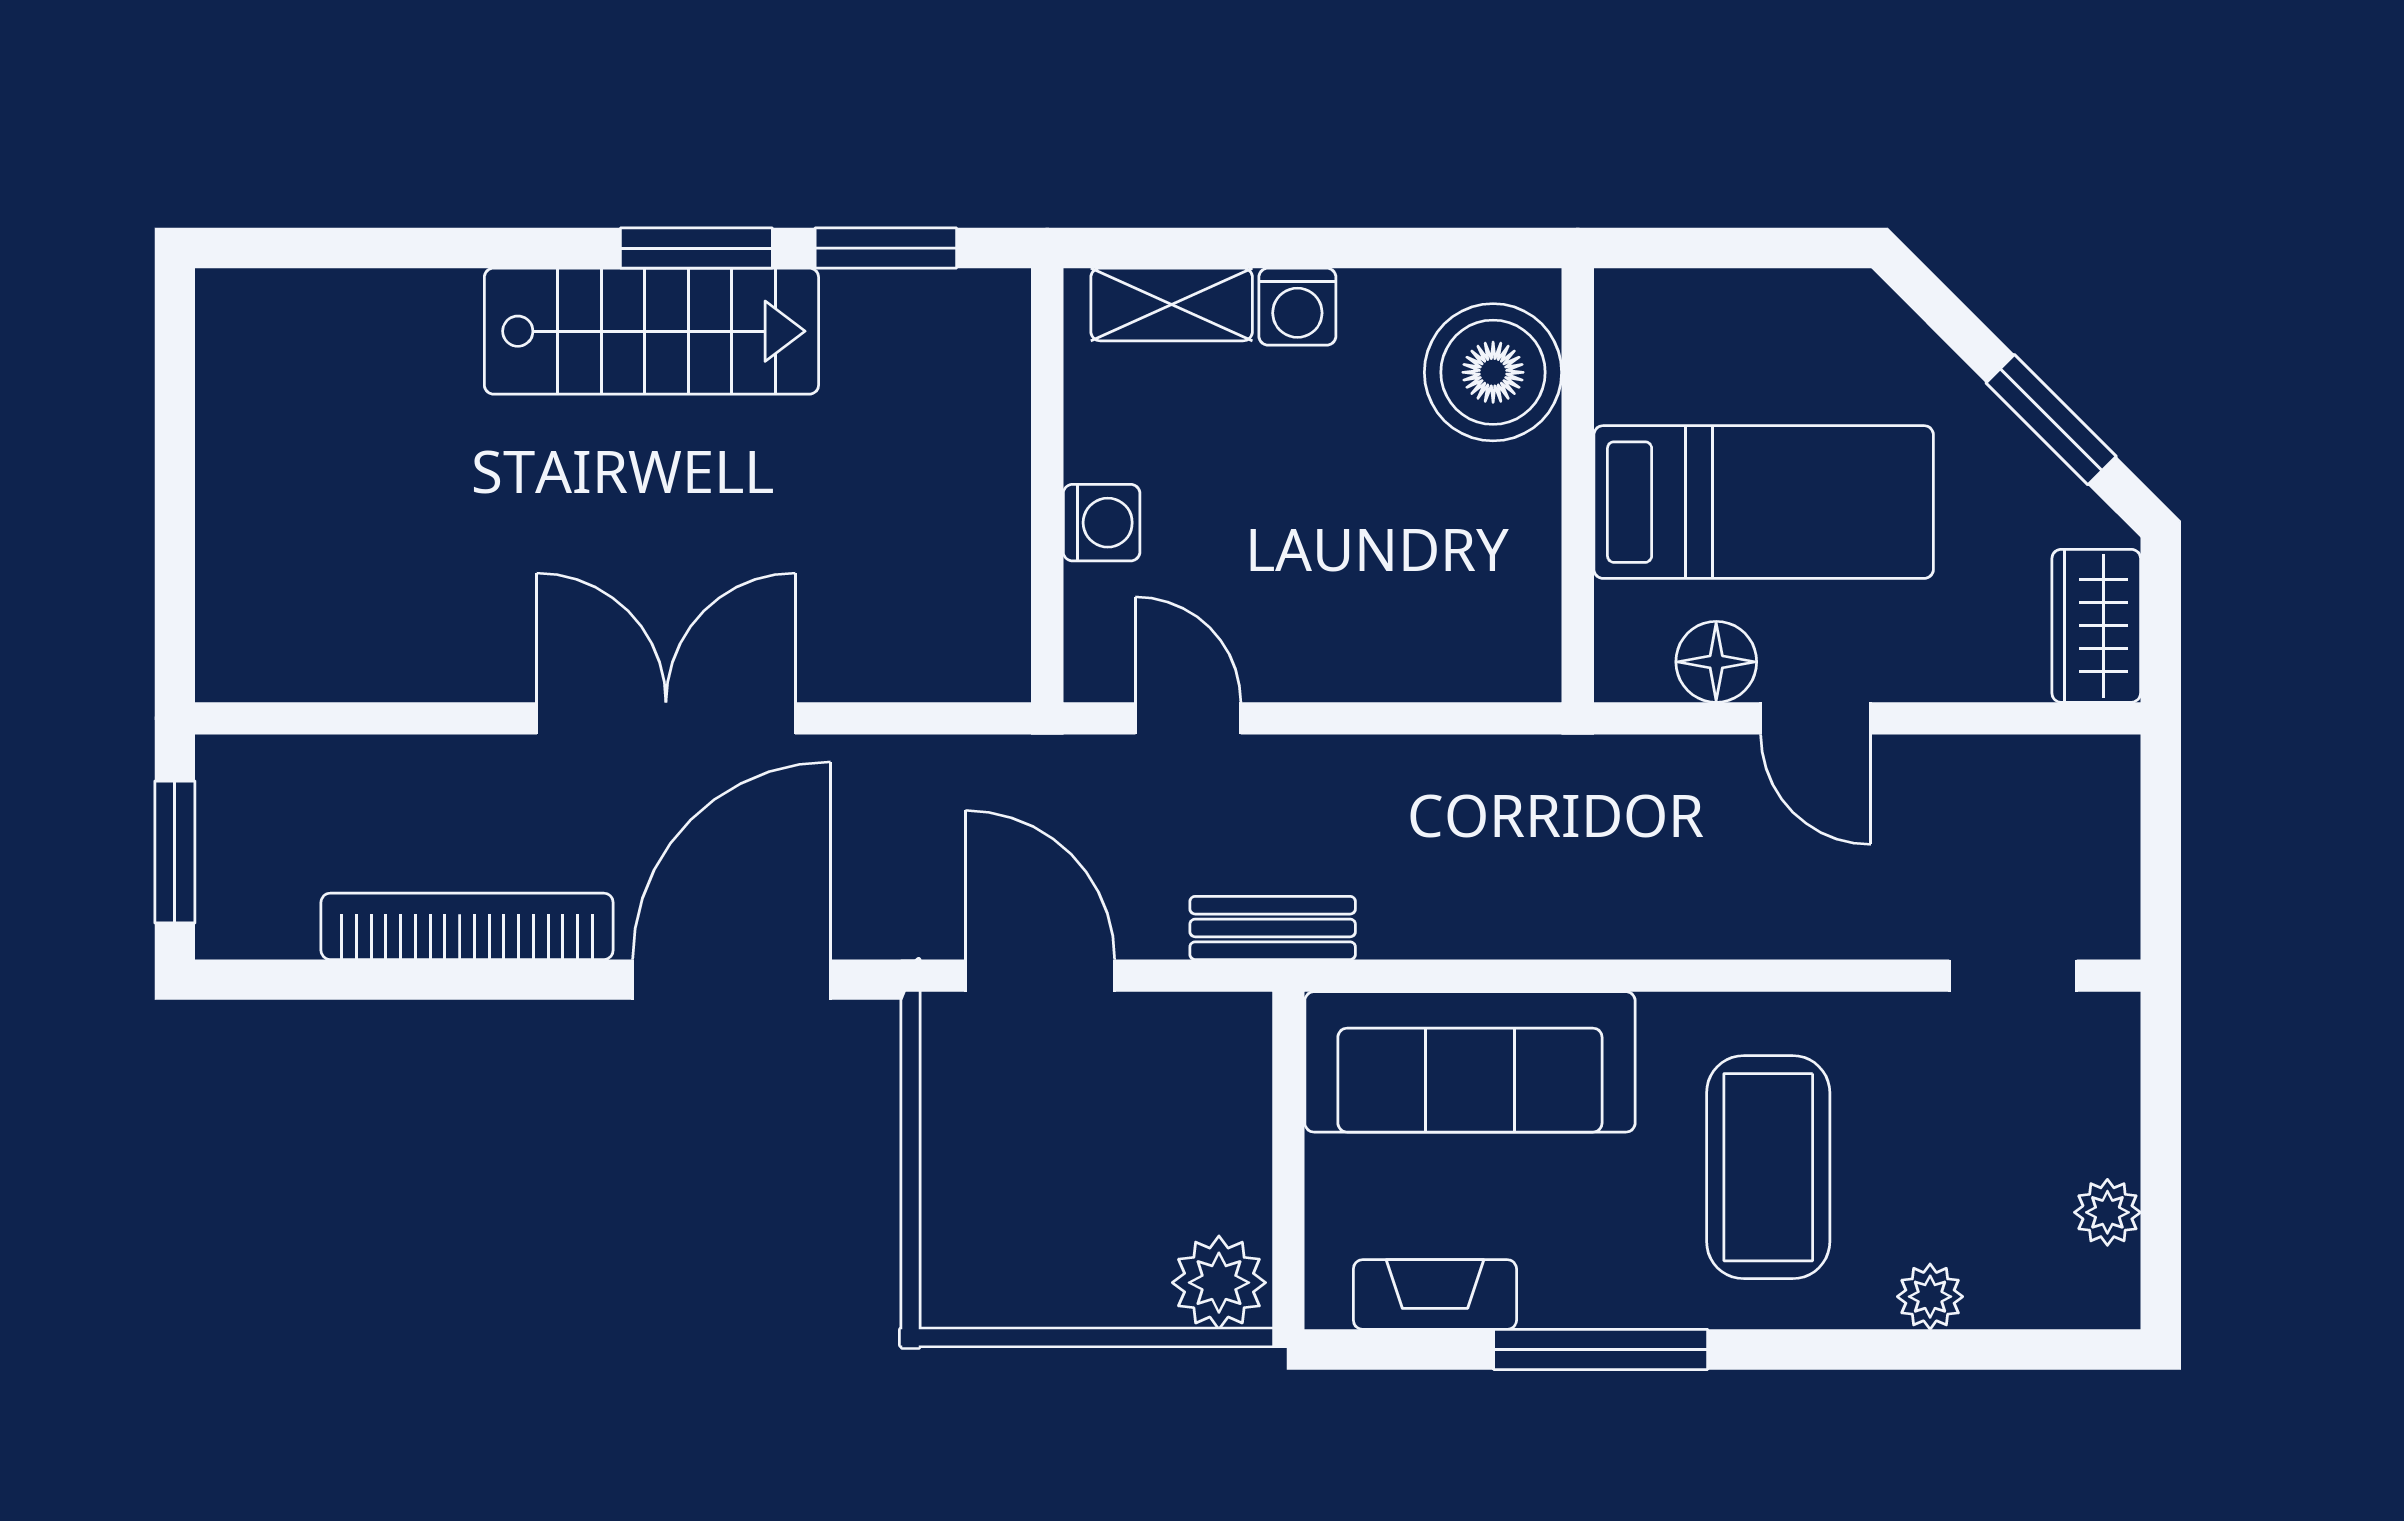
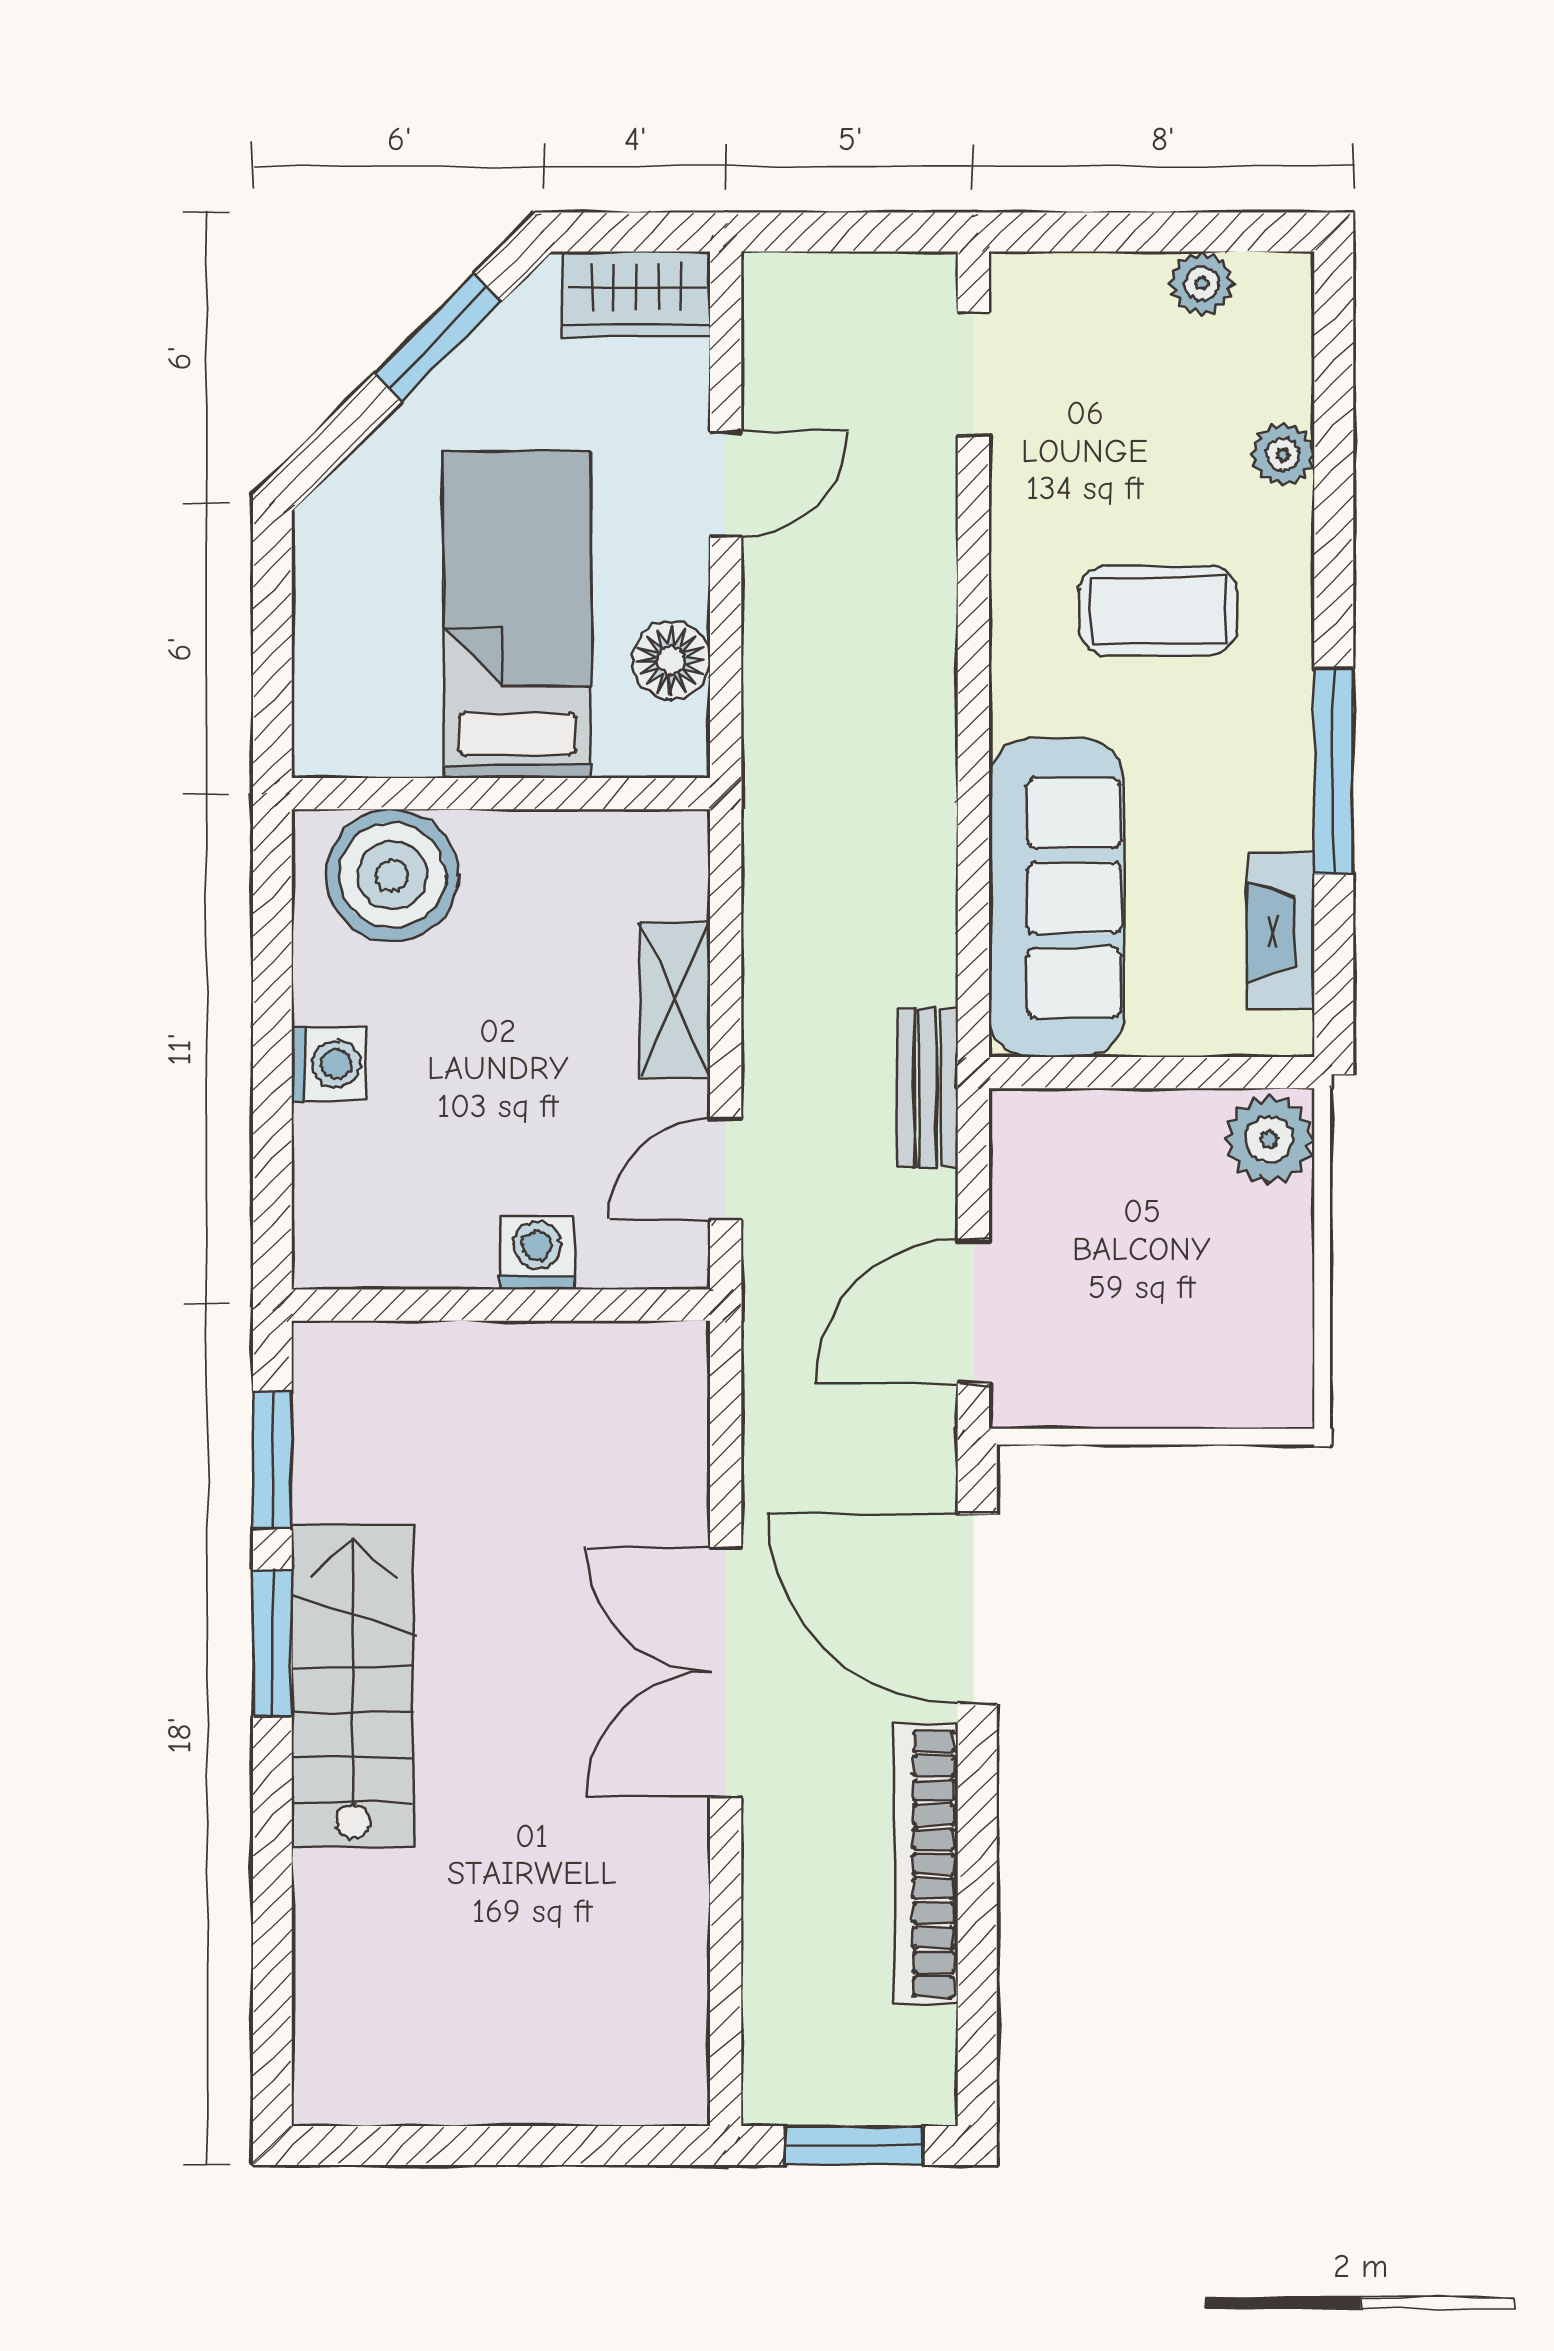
shelving: (1172, 304) -> (675, 1000), moved
door: (1816, 718) -> (726, 484), moved
coffee table: (1768, 1167) -> (1158, 610), width x0.73, depth x0.76

